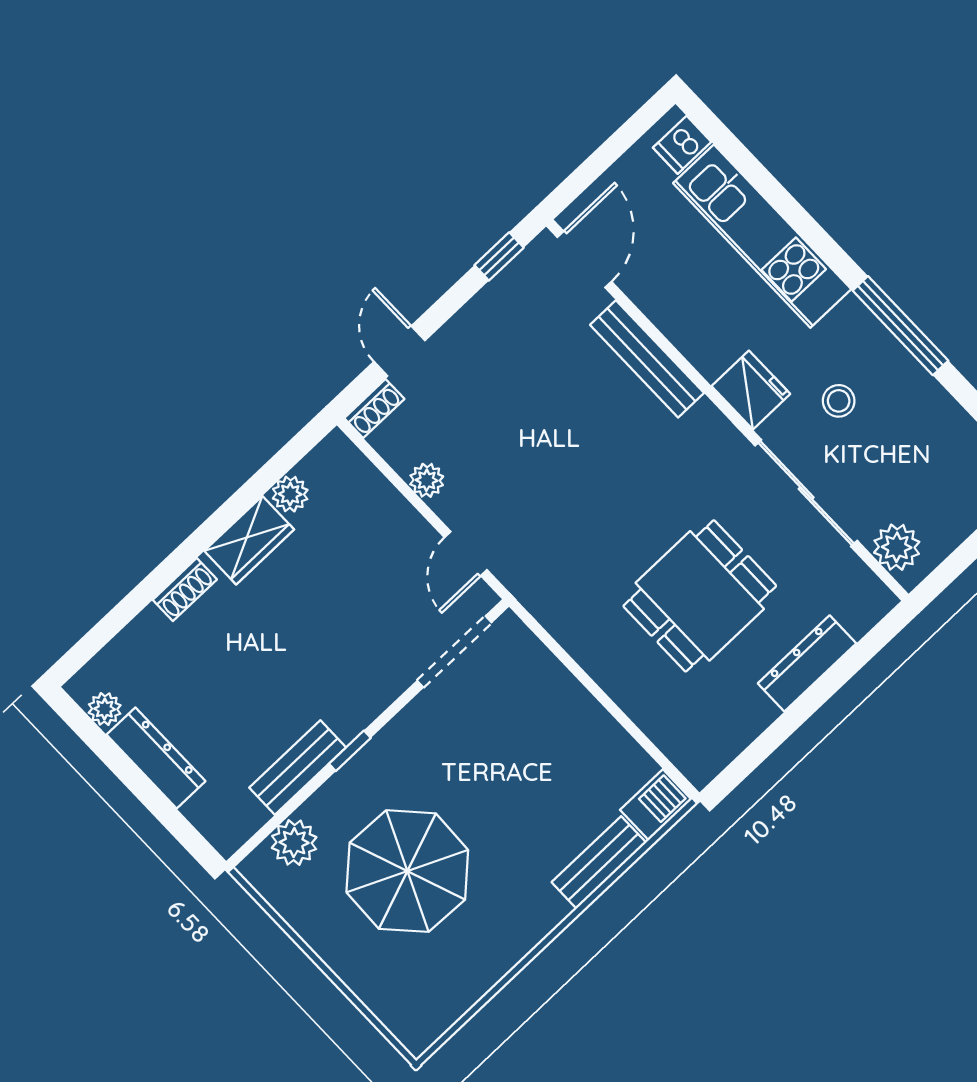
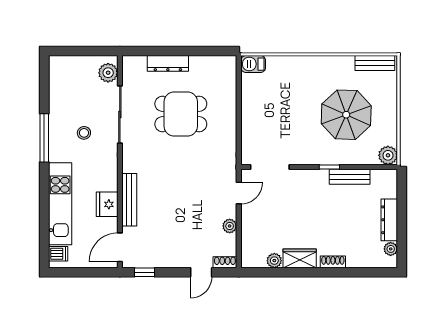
fridge: (751, 390) -> (107, 204), moved
plant: (294, 843) -> (388, 155), moved
bench: (599, 862) -> (375, 63), moved

